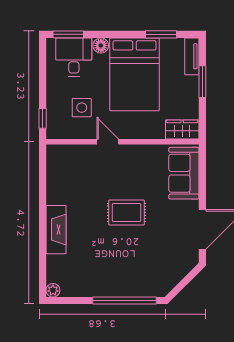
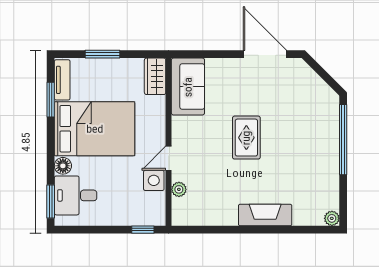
tv unit: (192, 56) -> (62, 80), moved, turned -90
side table: (82, 108) -> (154, 180), moved
plant: (79, 151) -> (179, 189), added
sofa: (184, 173) -> (188, 87), moved, turned -90

